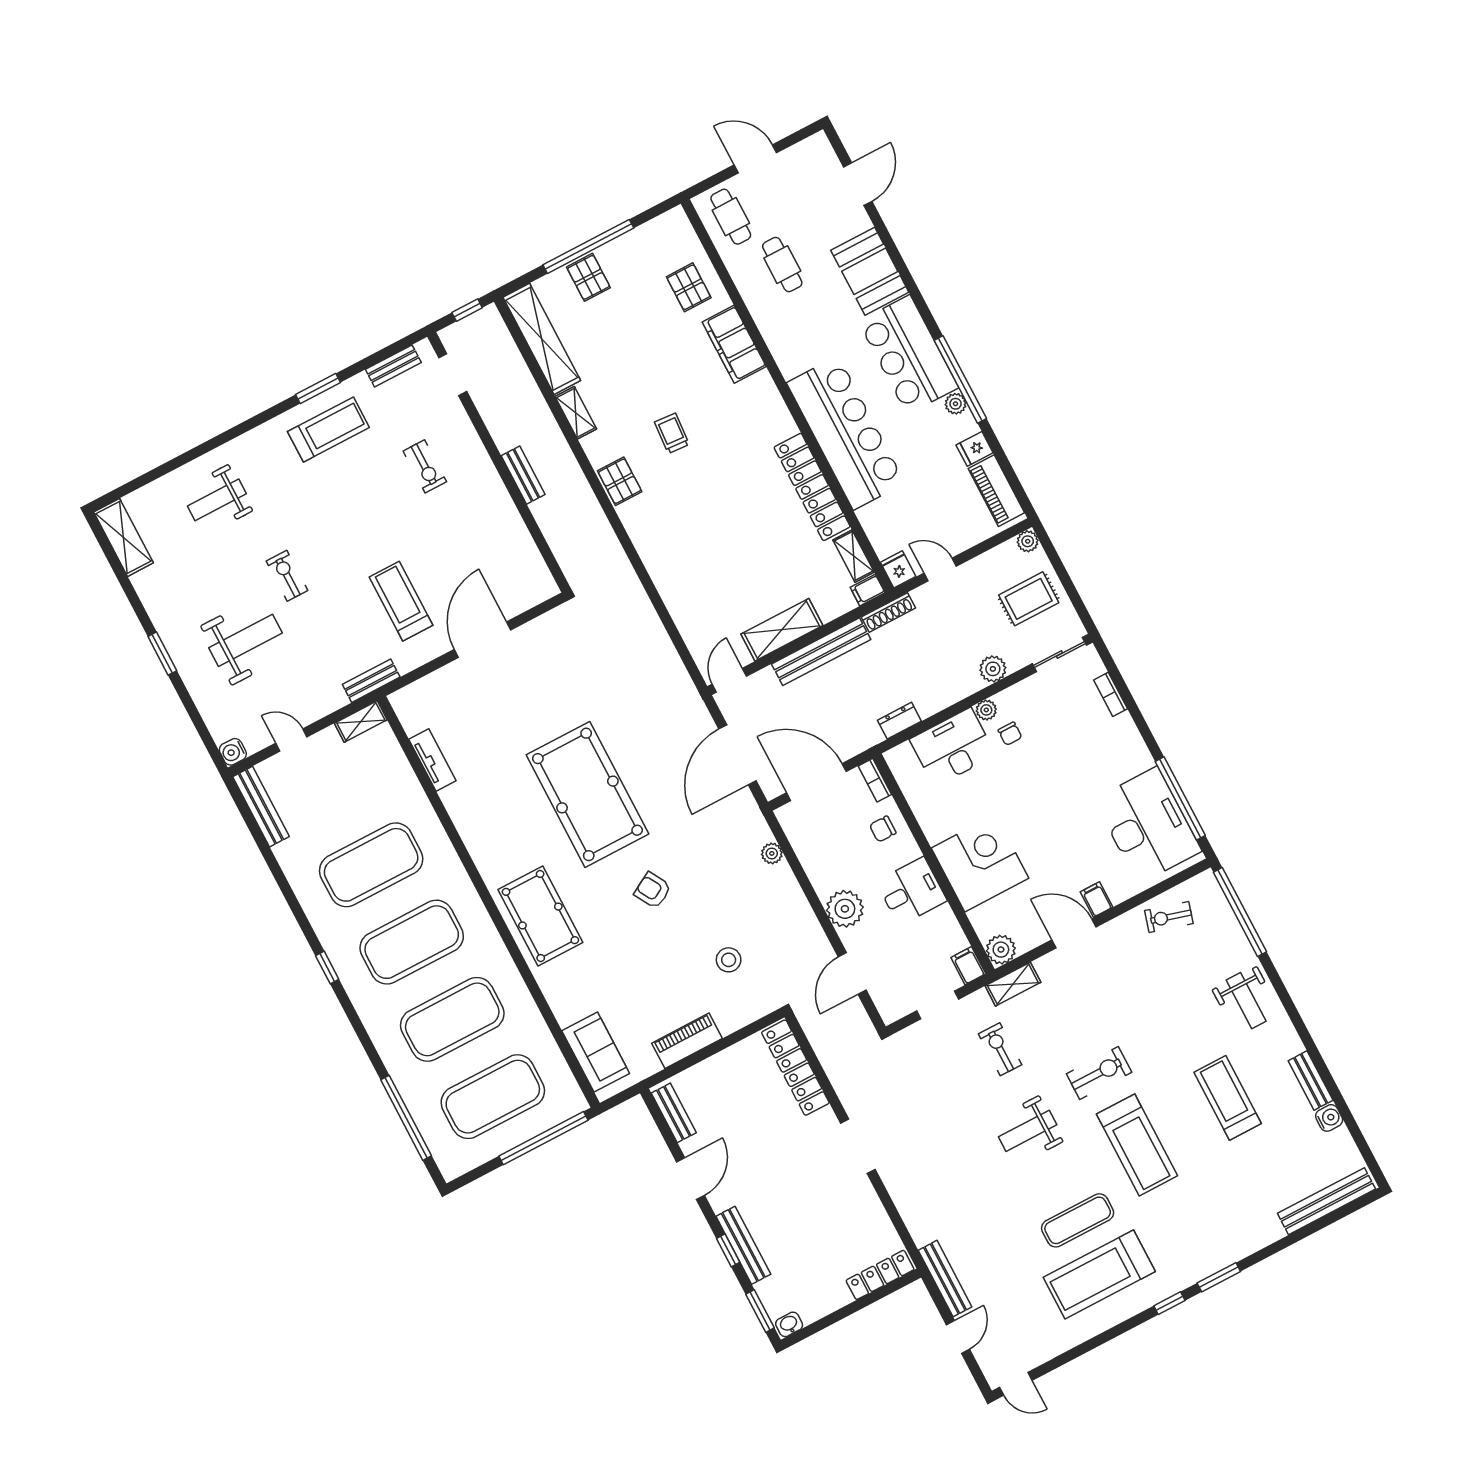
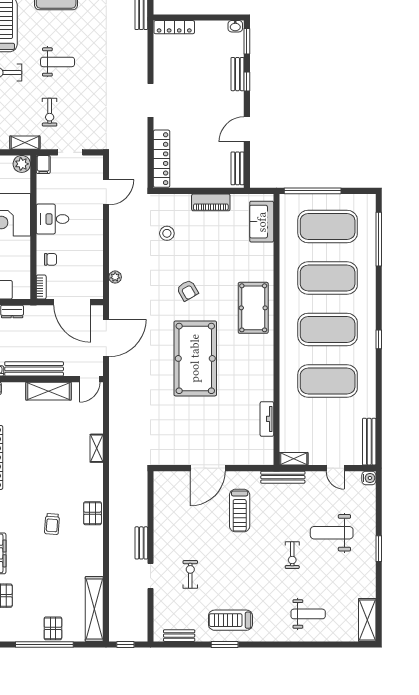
doorway: (453, 375) -> (150, 576), moved
shelving: (576, 413) -> (97, 448), moved
bench: (371, 681) -> (283, 477), width x1.36
plant: (845, 909) -> (92, 228), removed
bench: (743, 1245) -> (237, 74), width x0.73

